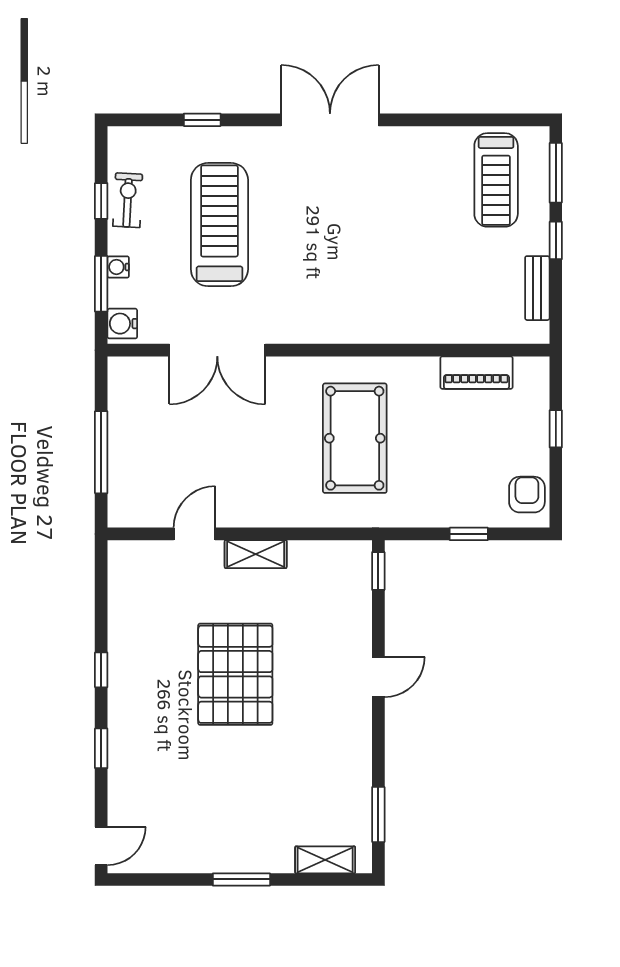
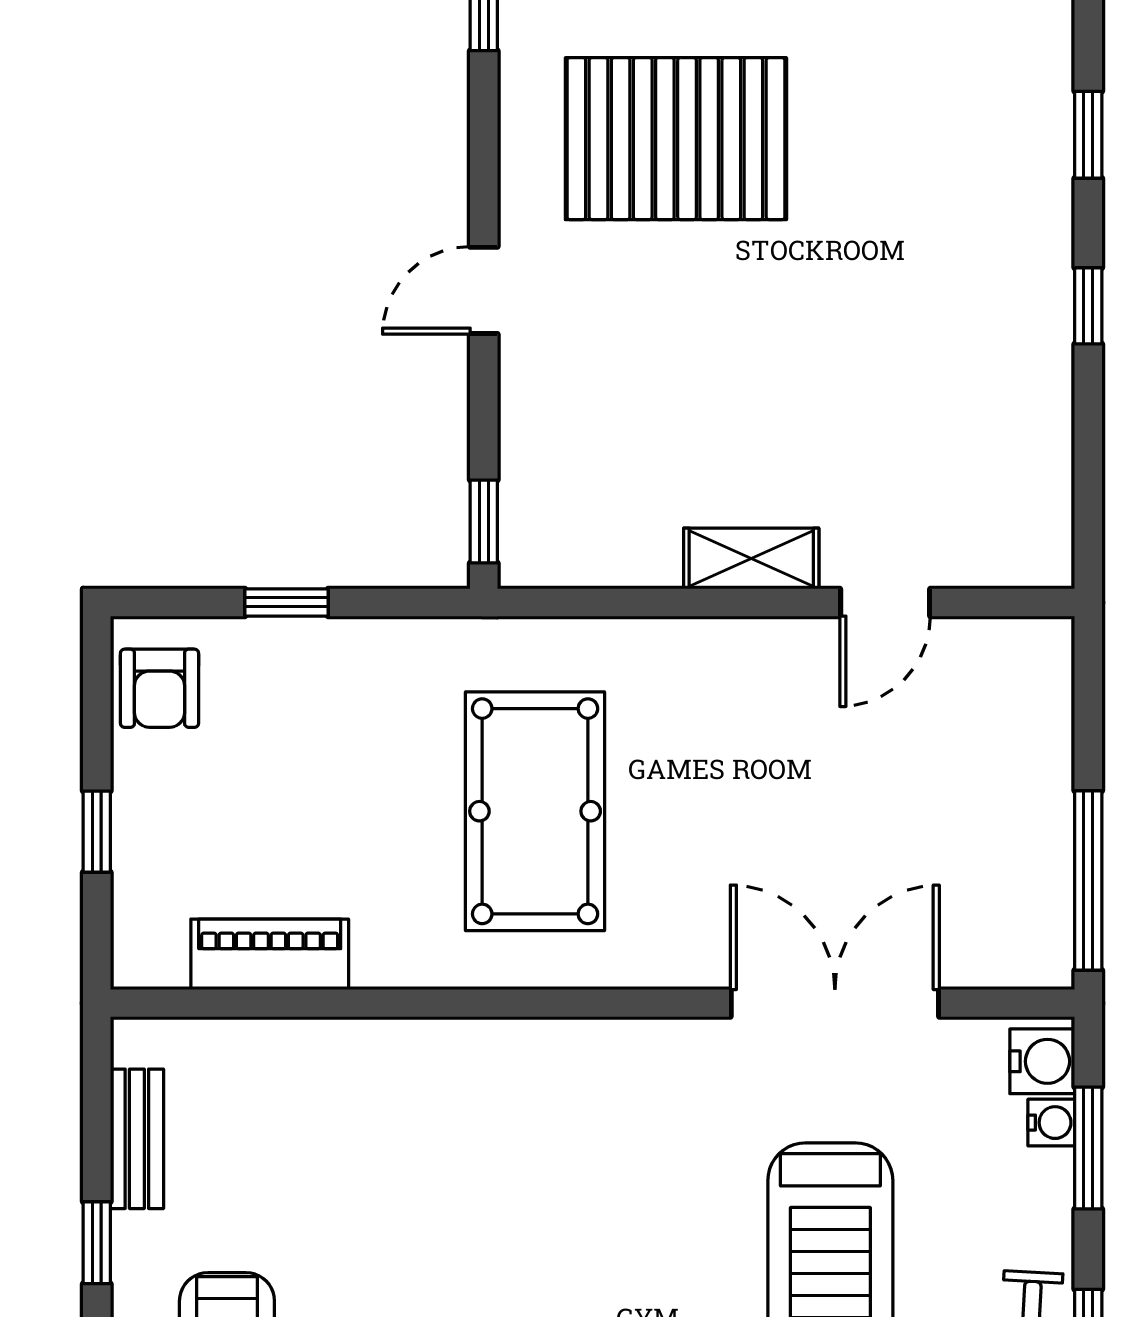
water cooler: (118, 267) -> (1051, 1123), moved
window: (101, 452) -> (1088, 880), moved
pallet: (235, 674) -> (676, 139), moved, turned 90

